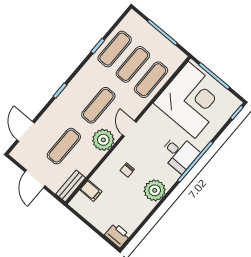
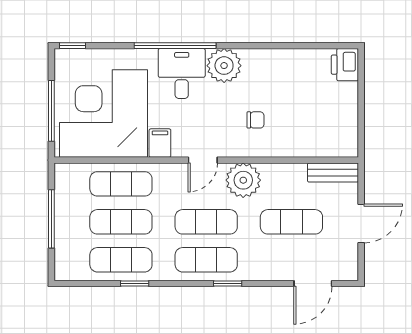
exercise mat: (80, 90) -> (206, 260), added
plant: (155, 190) -> (224, 66), moved
filing cabinet: (91, 191) -> (160, 143), moved

